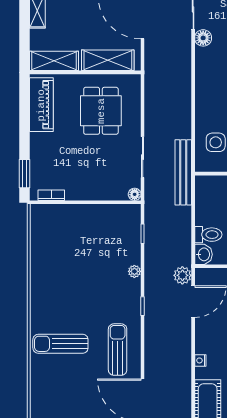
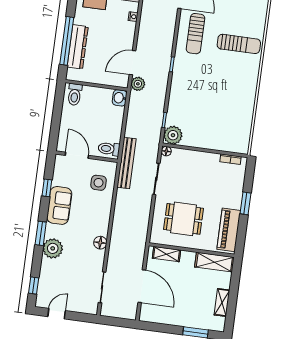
floor lamp: (203, 38) -> (100, 243), moved
shelving: (108, 60) -> (166, 254), width x0.67, depth x0.75
dining table: (101, 111) -> (183, 219), turned 90
window: (24, 174) -> (245, 203), moved
toilet: (208, 235) -> (109, 149), moved
plant: (134, 271) -> (173, 135), moved, width x1.87, depth x1.87

